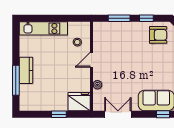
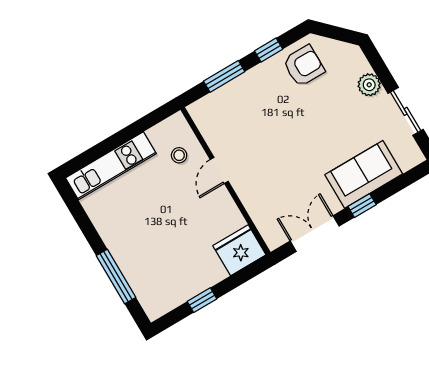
kitchen counter: (26, 70) -> (123, 250), removed
plant: (97, 85) -> (253, 205), removed
window: (59, 114) -> (202, 300), moved
window: (163, 114) -> (362, 206), moved

